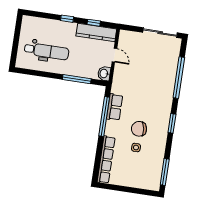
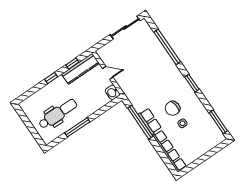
window: (77, 79) -> (77, 127), moved
row of seats: (115, 107) -> (150, 121), moved

